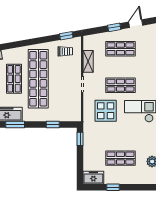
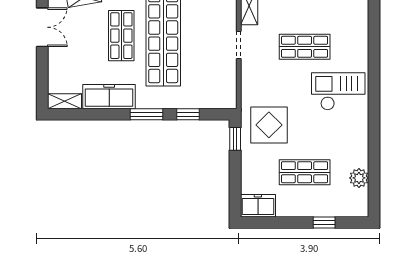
display table: (106, 111) -> (269, 125), moved
window: (15, 124) -> (146, 114), moved
window: (113, 187) -> (324, 222), moved

